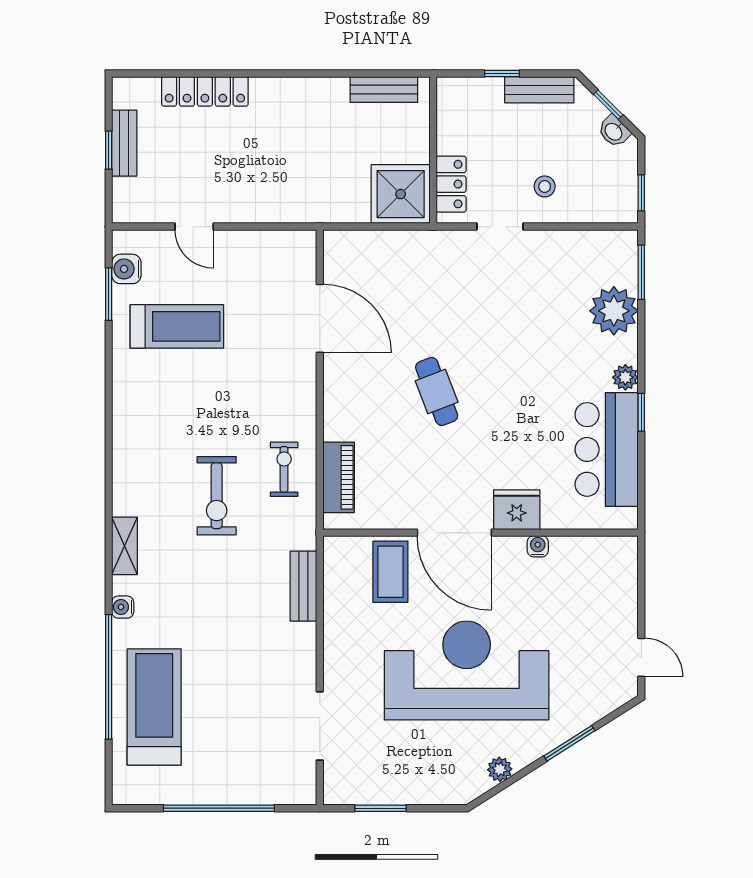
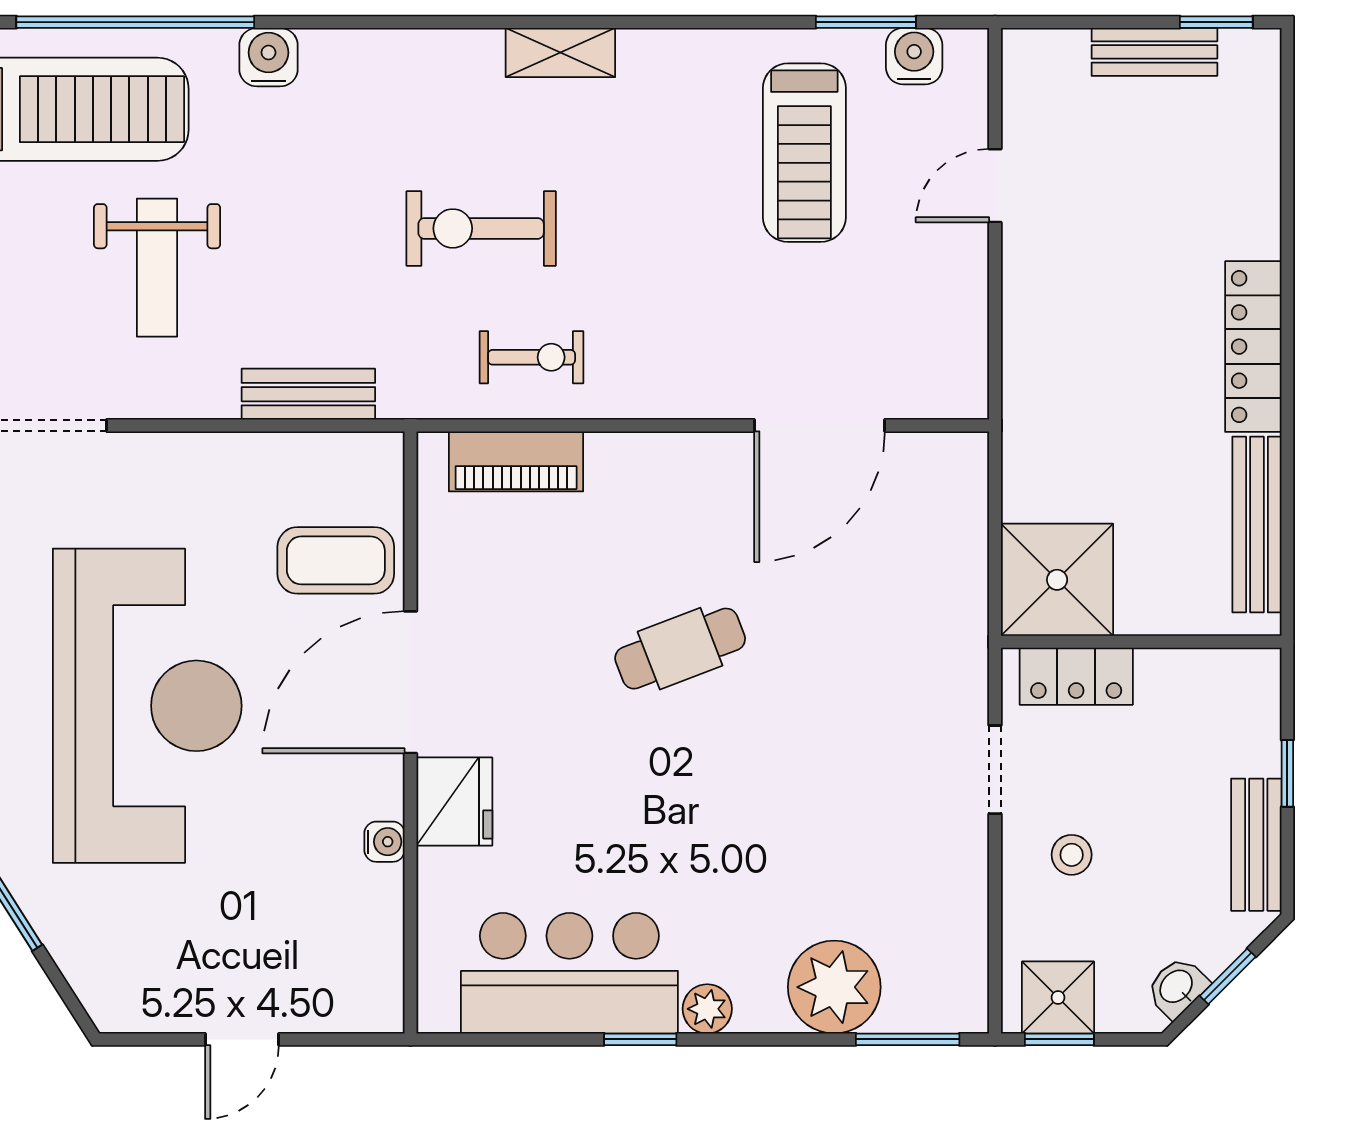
bench: (384, 89) -> (1257, 524), width x1.36
locker: (205, 91) -> (1253, 347), moved
window: (109, 150) -> (1216, 22), moved
shower: (619, 194) -> (1058, 997), added
shelving: (125, 546) -> (560, 53), moved
water cooler: (123, 607) -> (268, 57), width x1.38, depth x1.38
door: (641, 657) -> (242, 1039), moved
weight bench: (237, 665) -> (157, 268), added

